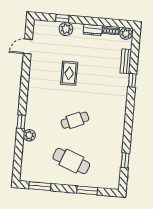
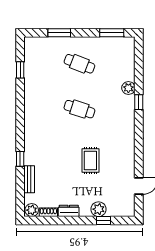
cafe table: (75, 120) -> (79, 109), turned 42
cafe table: (71, 161) -> (79, 64), width x0.73, depth x0.74

